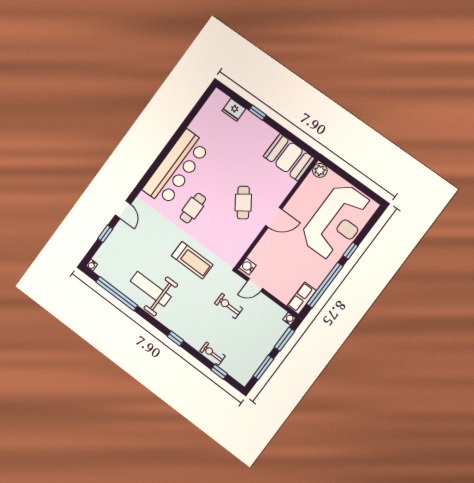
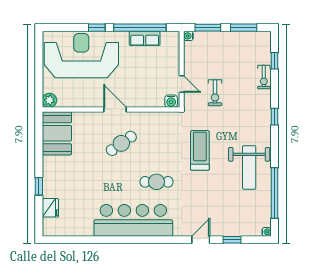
row of seats: (302, 298) -> (145, 38), moved

